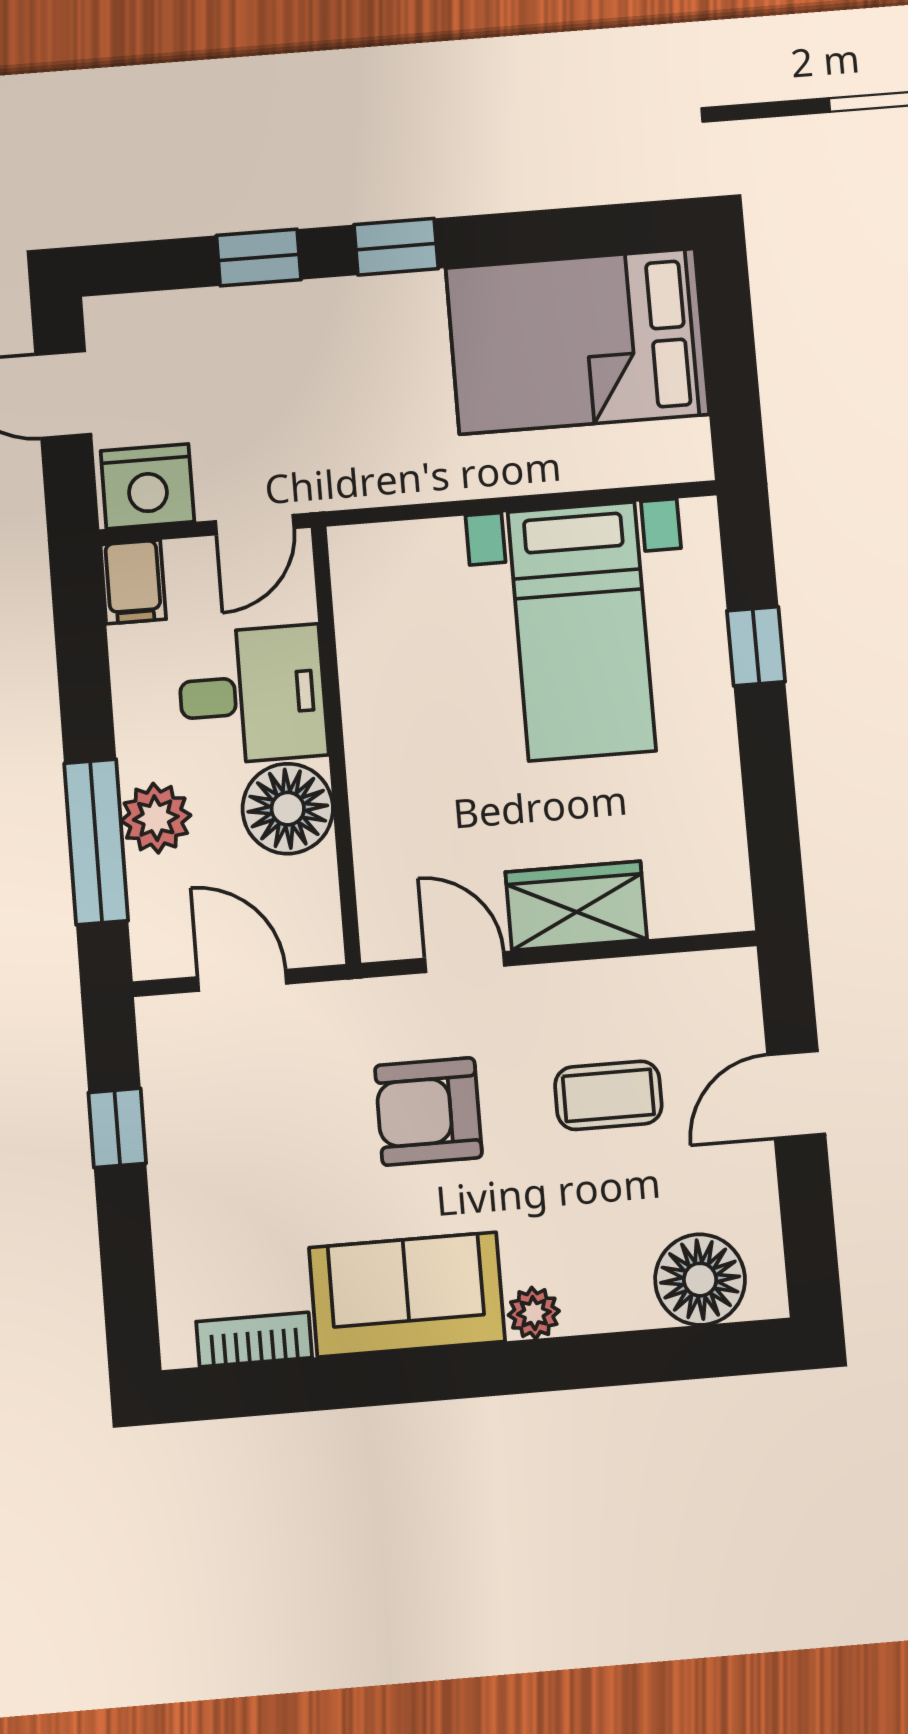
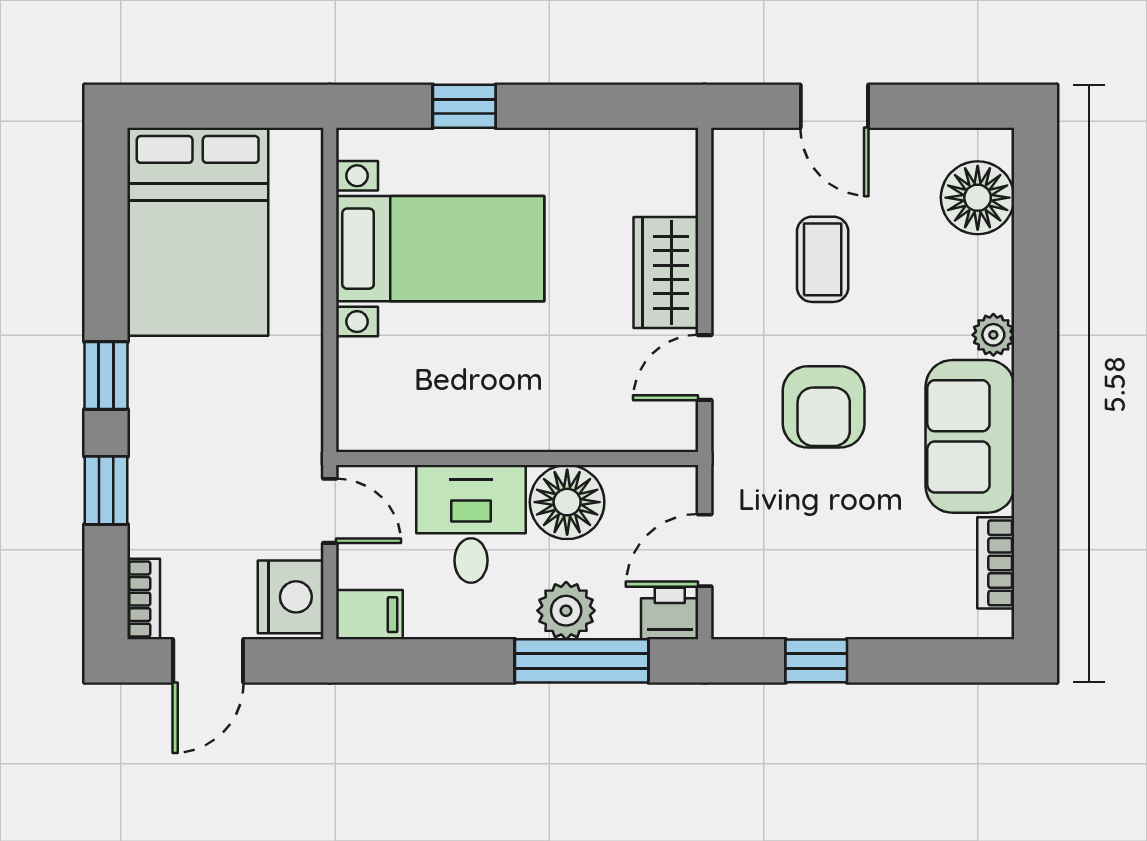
bookcase: (132, 312) -> (144, 599), added
printer: (162, 944) -> (670, 614), added

